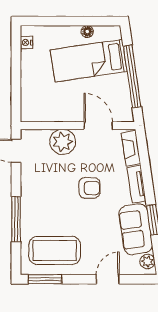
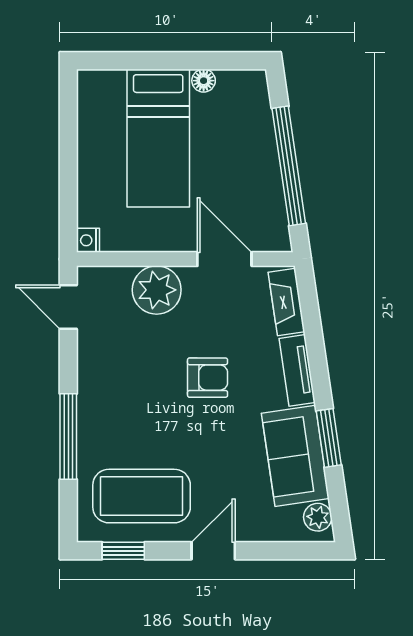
nightstand: (26, 43) -> (88, 240), moved
bed: (89, 61) -> (158, 138), moved, turned -82
window: (45, 279) -> (123, 551), width x0.67
door: (108, 279) -> (213, 551), moved

